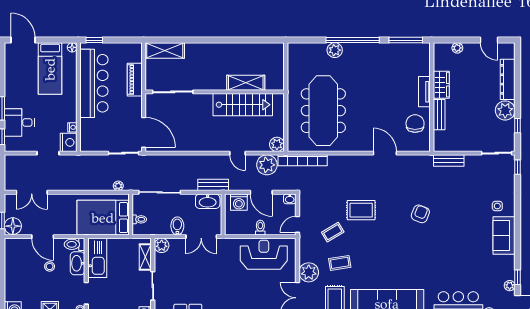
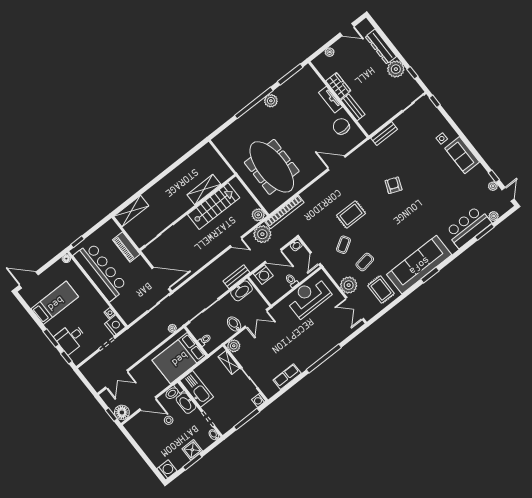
plant: (335, 50) -> (271, 101), moved
bed: (50, 69) -> (55, 303), moved, turned -90

